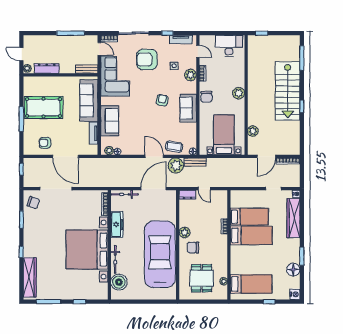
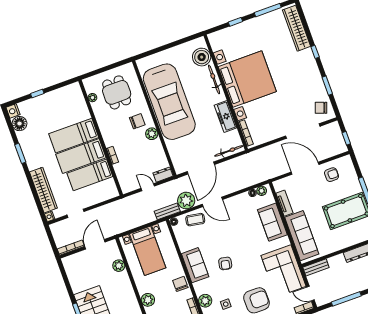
floor lamp: (293, 270) -> (20, 124), moved
bed: (251, 284) -> (74, 136), moved

